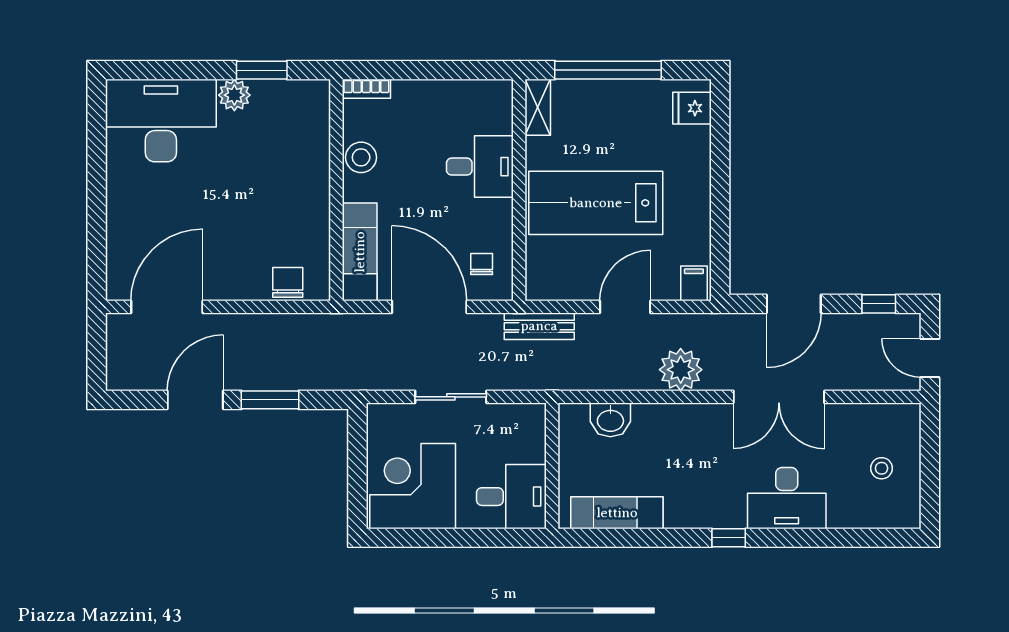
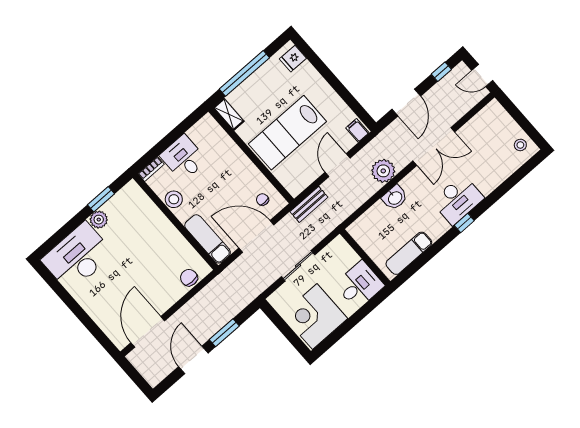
desk: (480, 167) -> (183, 158), moved, turned -90
washbasin: (610, 420) -> (395, 198), moved
stool: (882, 468) -> (520, 145), moved
desk: (787, 498) -> (458, 200), moved

